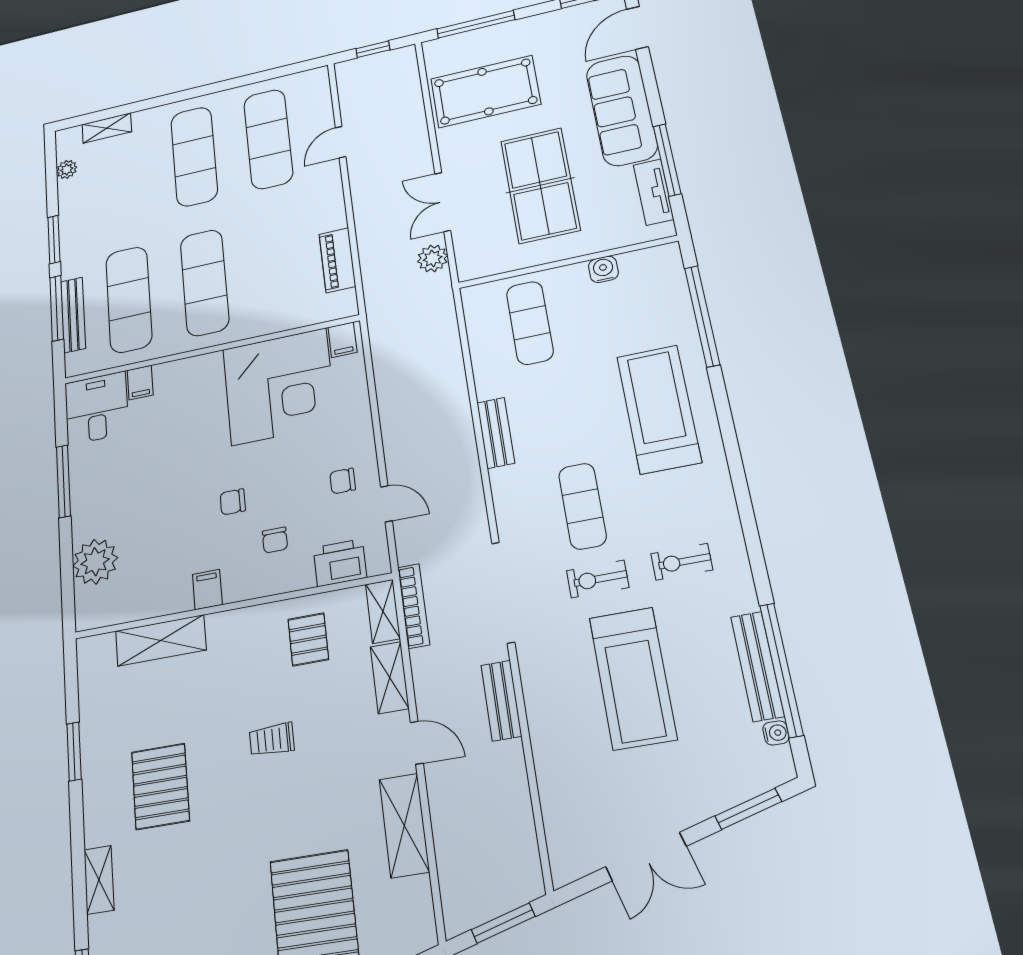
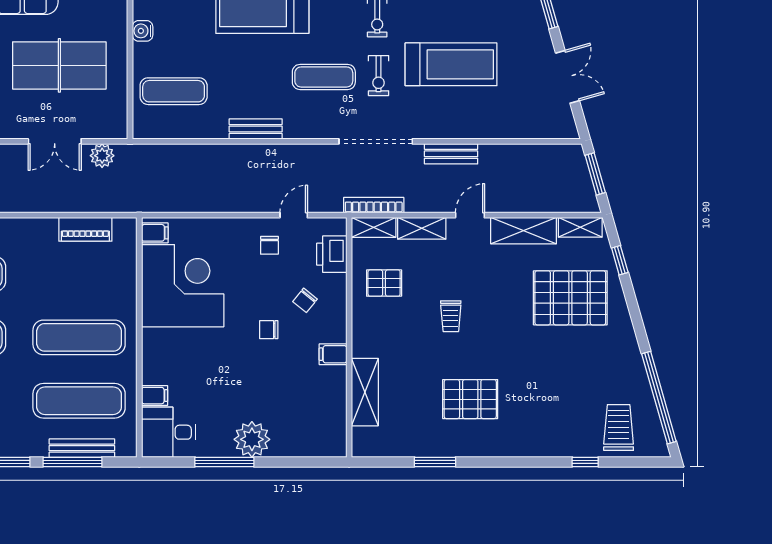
chair: (233, 502) -> (269, 330), turned 90
chair: (275, 540) -> (305, 300), turned 129
plant: (95, 562) -> (252, 439), moved
shelving: (99, 880) -> (580, 227), moved

